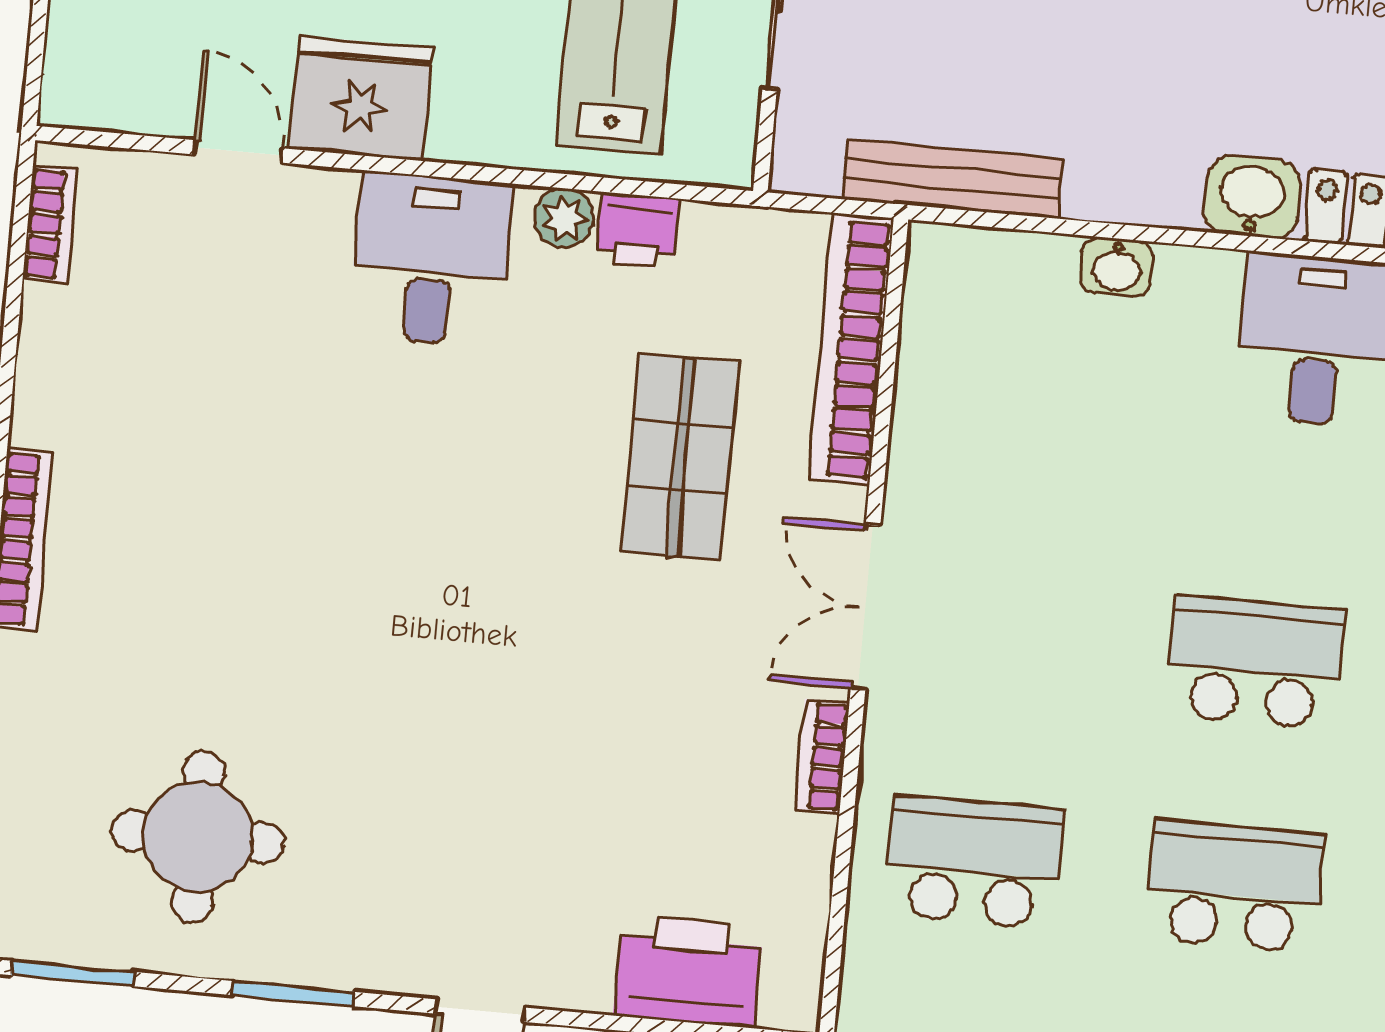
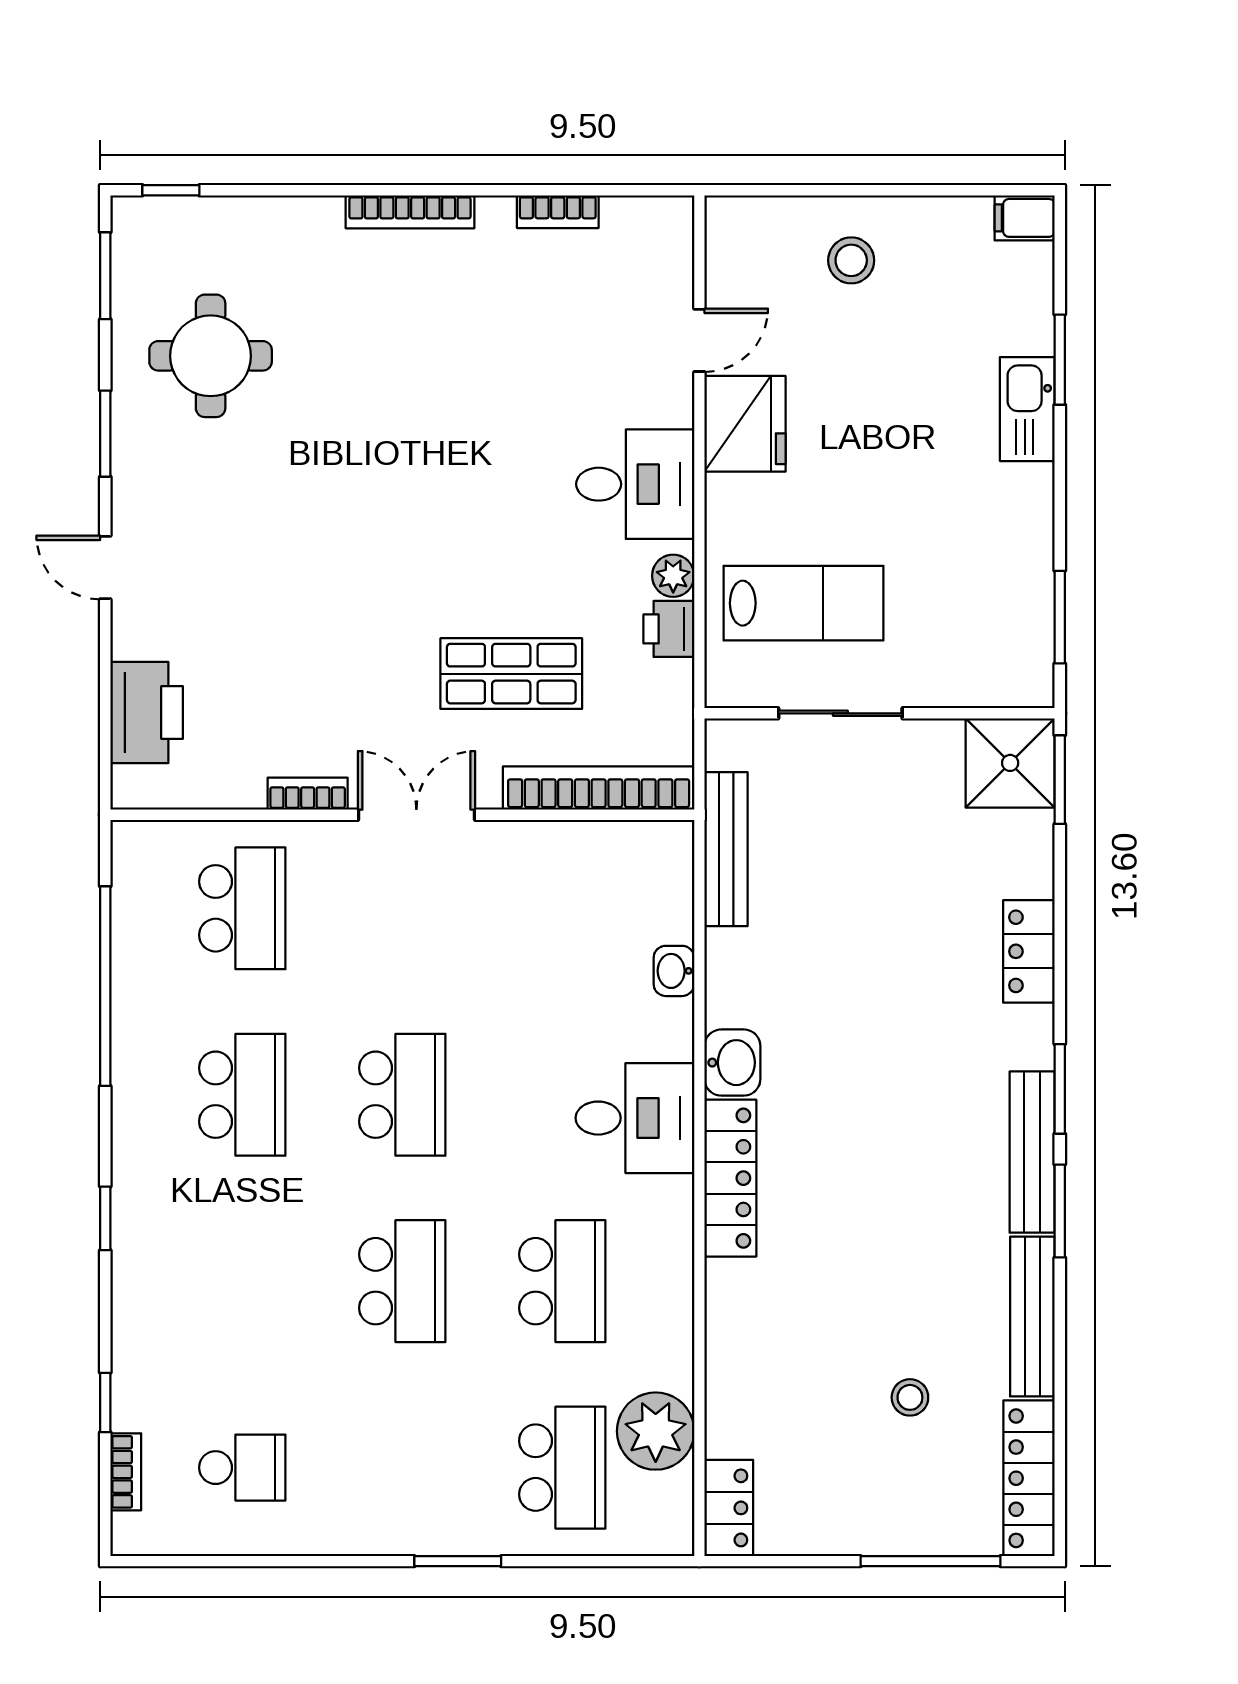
bookcase: (50, 224) -> (558, 212), moved

